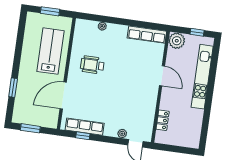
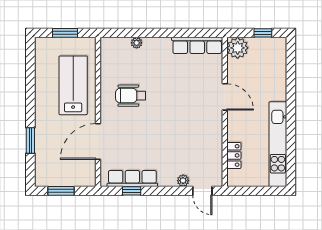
kitchen unit: (202, 77) -> (278, 144), moved

